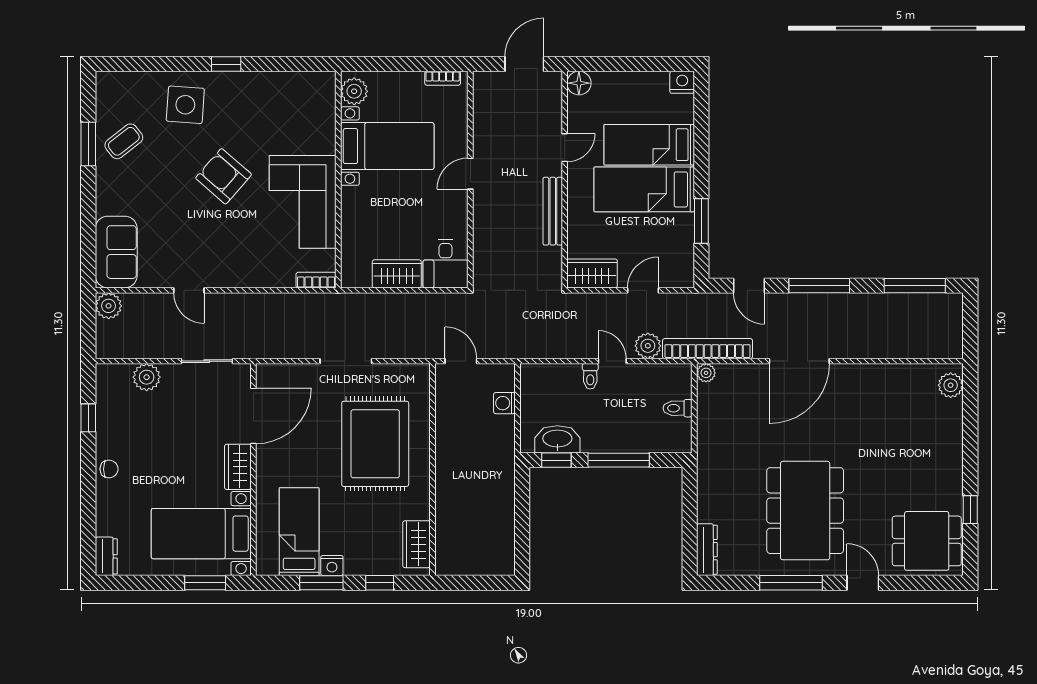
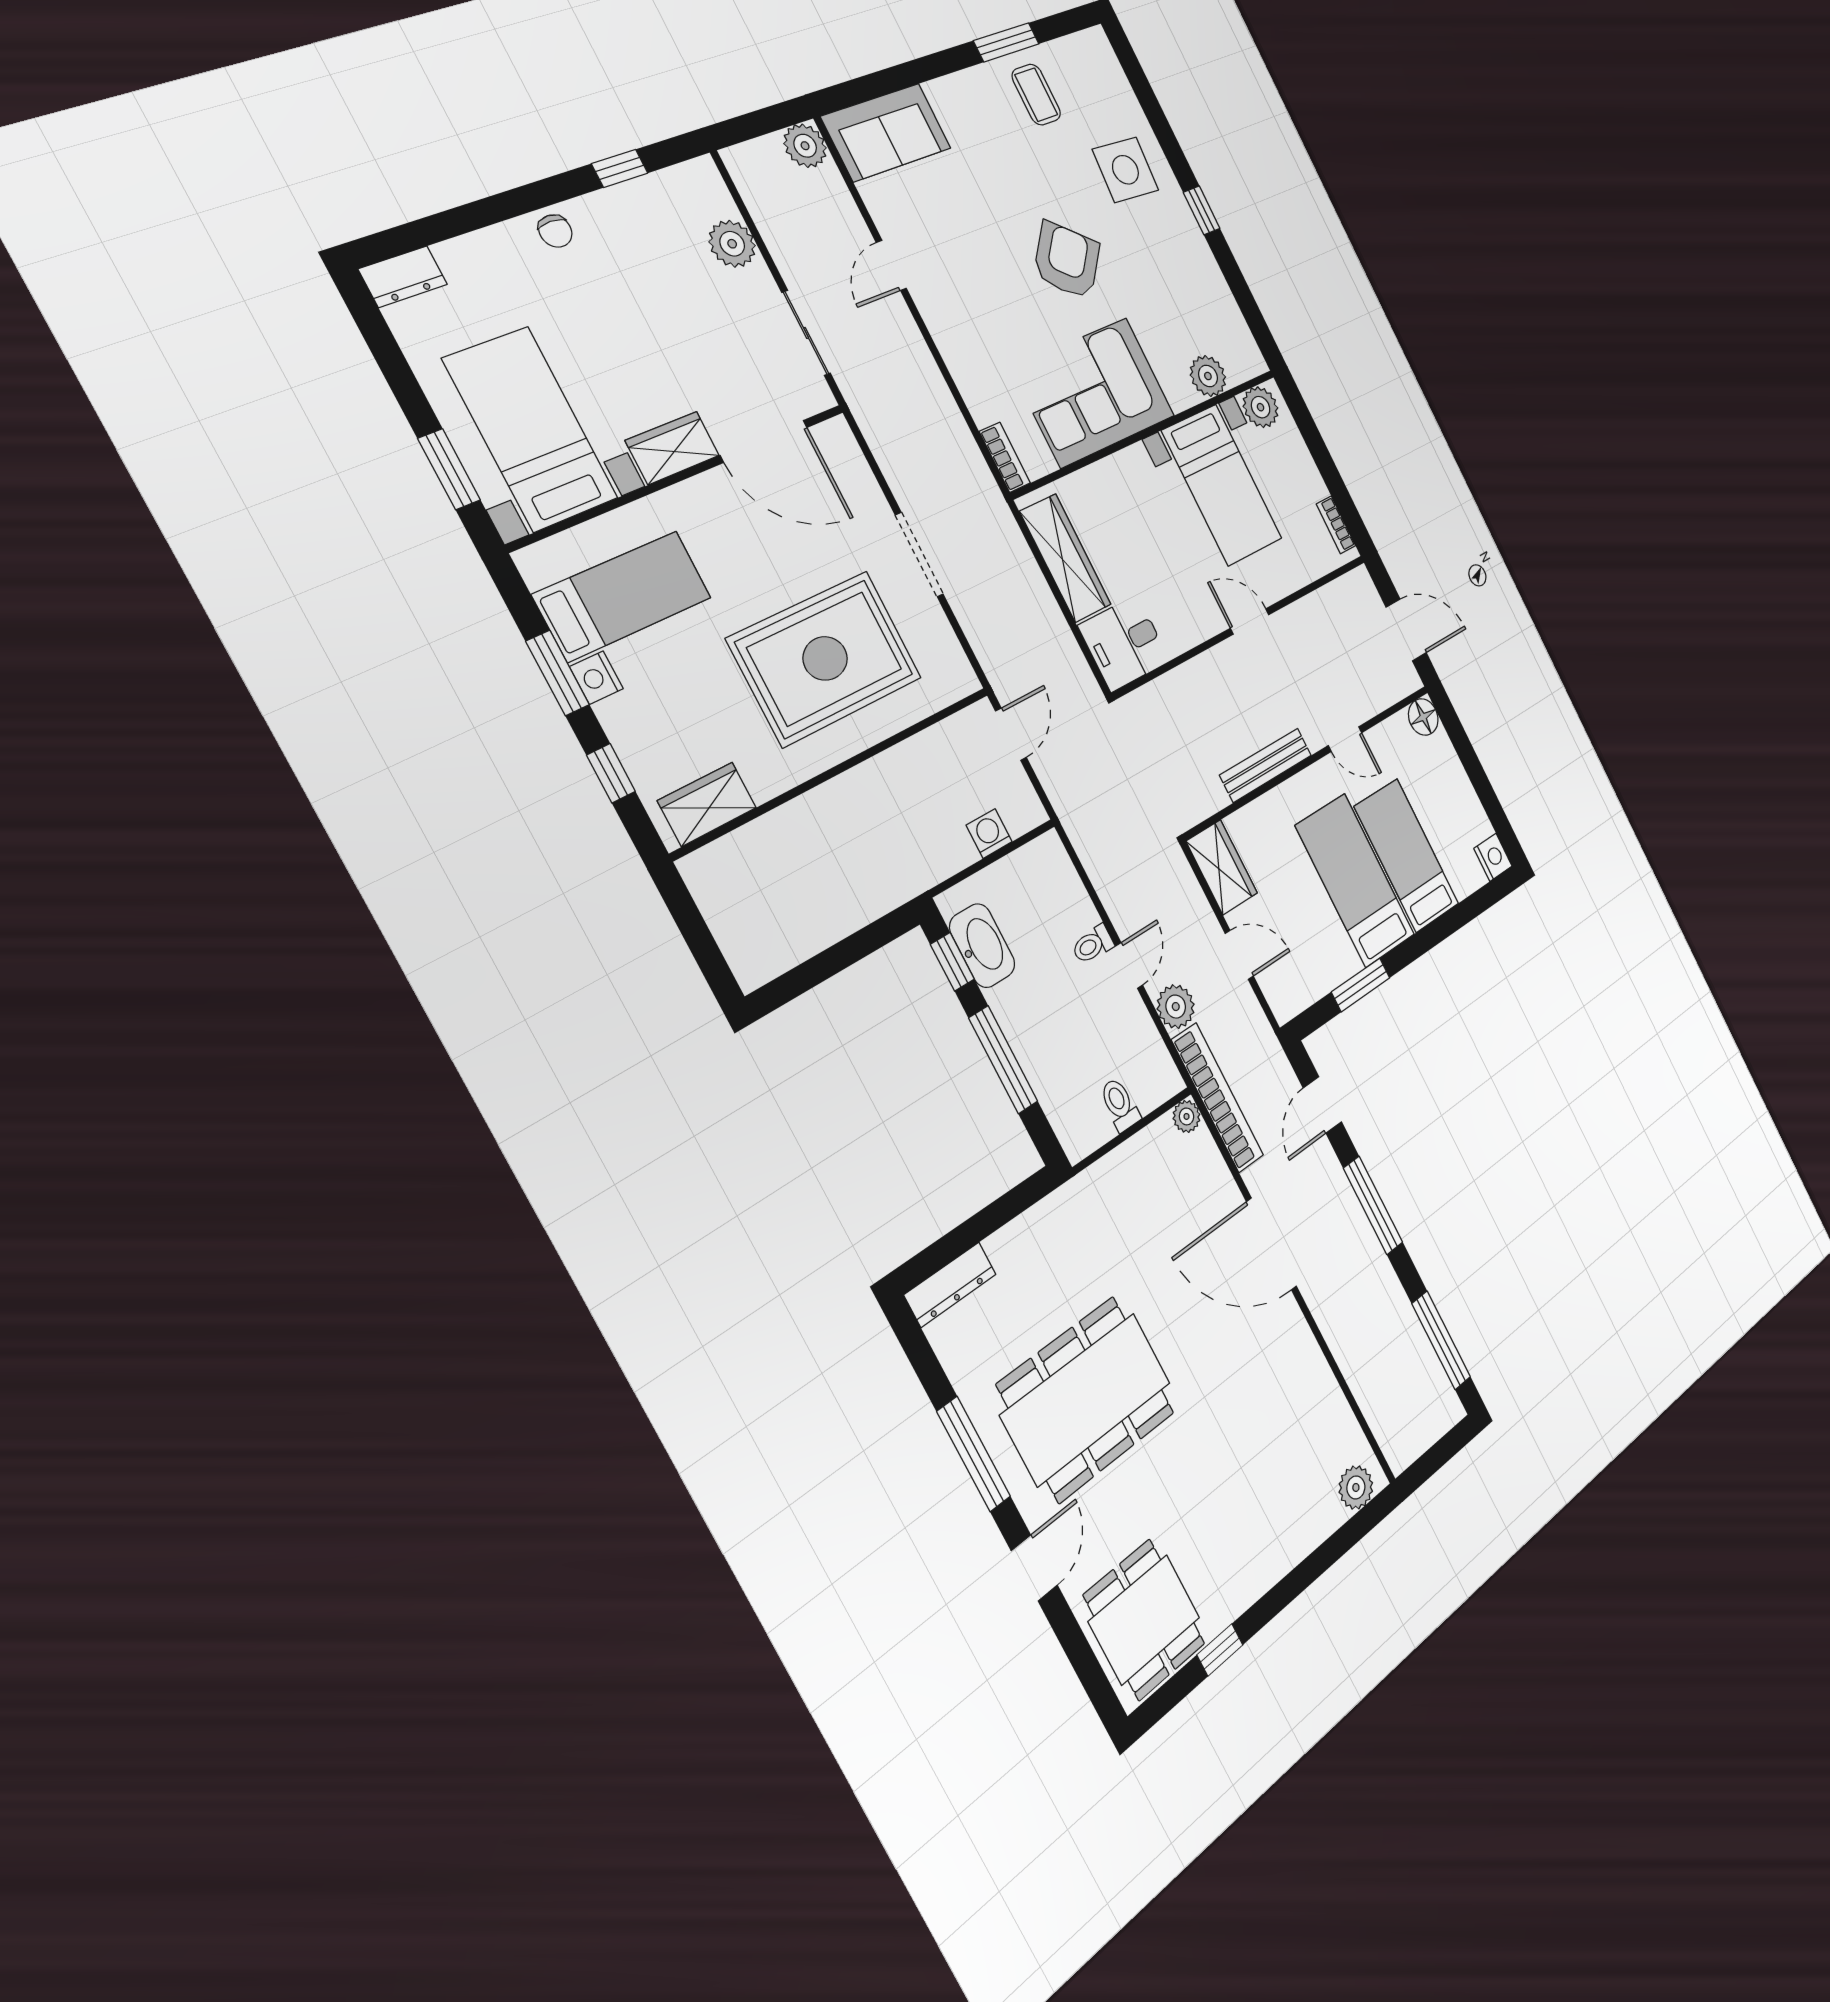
plant: (322, 118) -> (1208, 376), added
coffee table: (124, 141) -> (1036, 95), turned 38
wardrobe: (397, 274) -> (1065, 558), width x1.50

